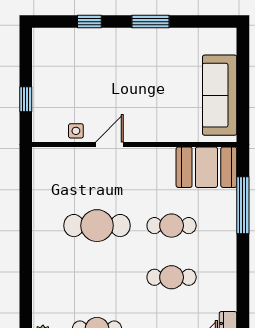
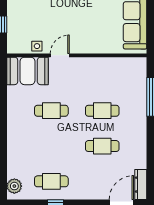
booth: (206, 167) -> (28, 71), moved
cafe table: (97, 226) -> (51, 111), width x0.73, depth x0.74

